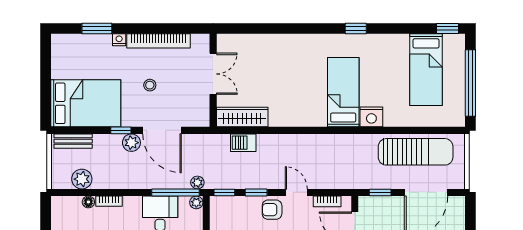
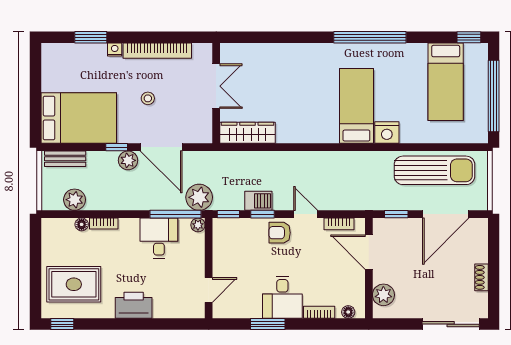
window: (356, 28) -> (370, 37), width x3.17
barbecue: (243, 143) -> (258, 201), moved, turned 180
plant: (197, 183) -> (199, 197), width x1.88, depth x1.88

